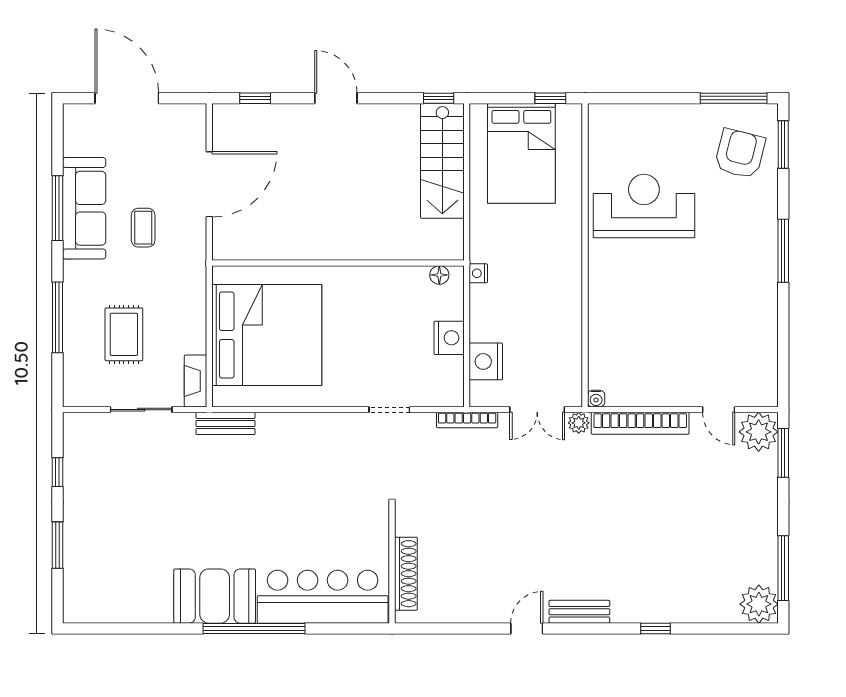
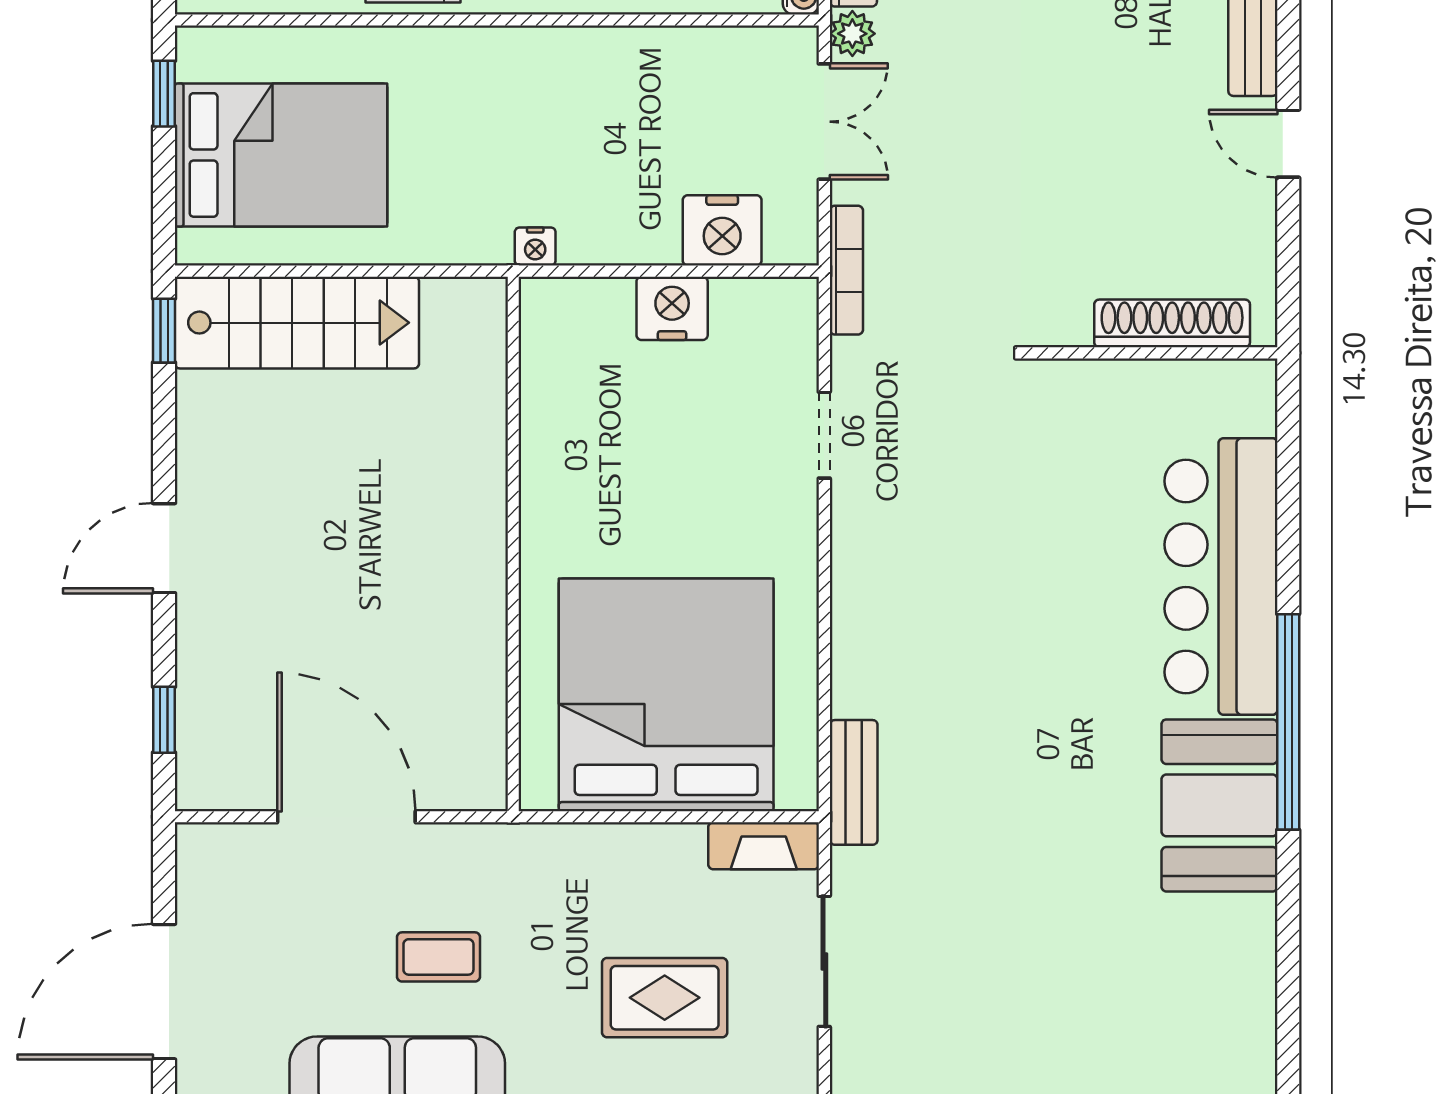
floor lamp: (439, 275) -> (539, 329), removed
wall: (392, 564) -> (1152, 353), moved
shoe rack: (406, 574) -> (1172, 323), moved

